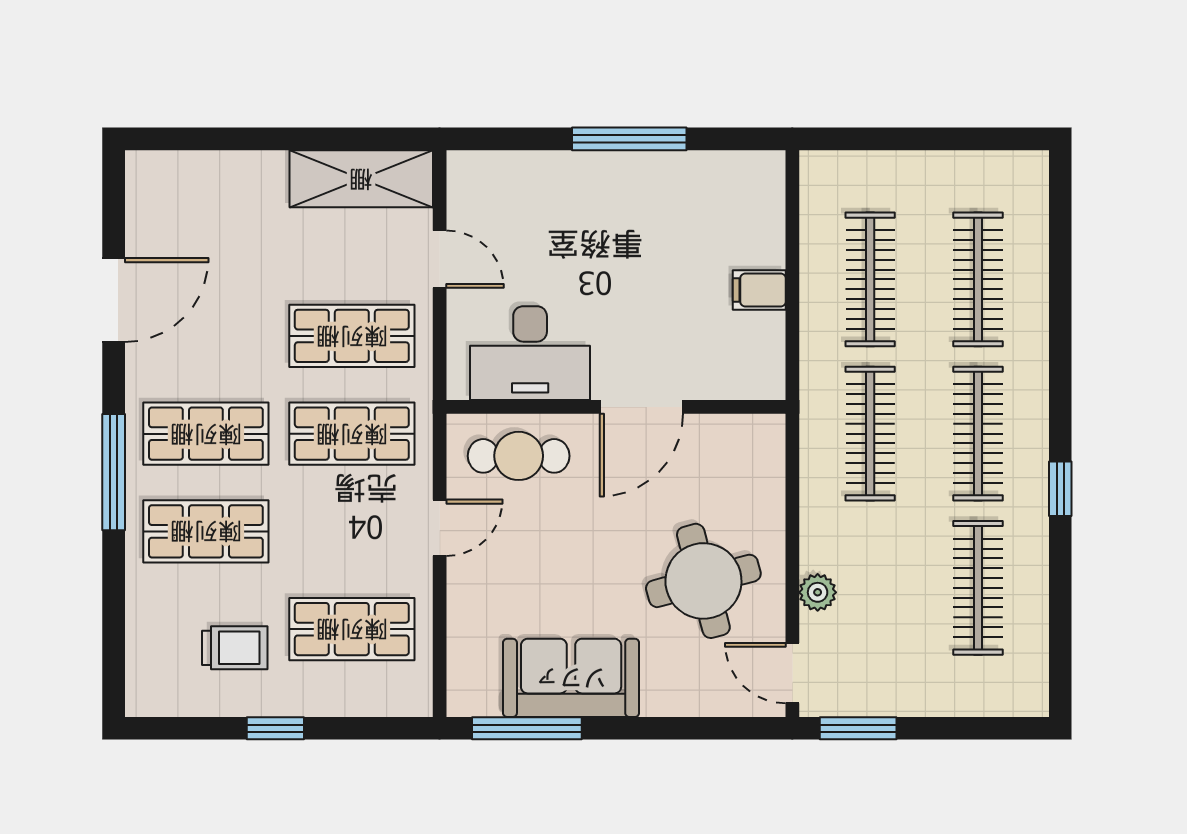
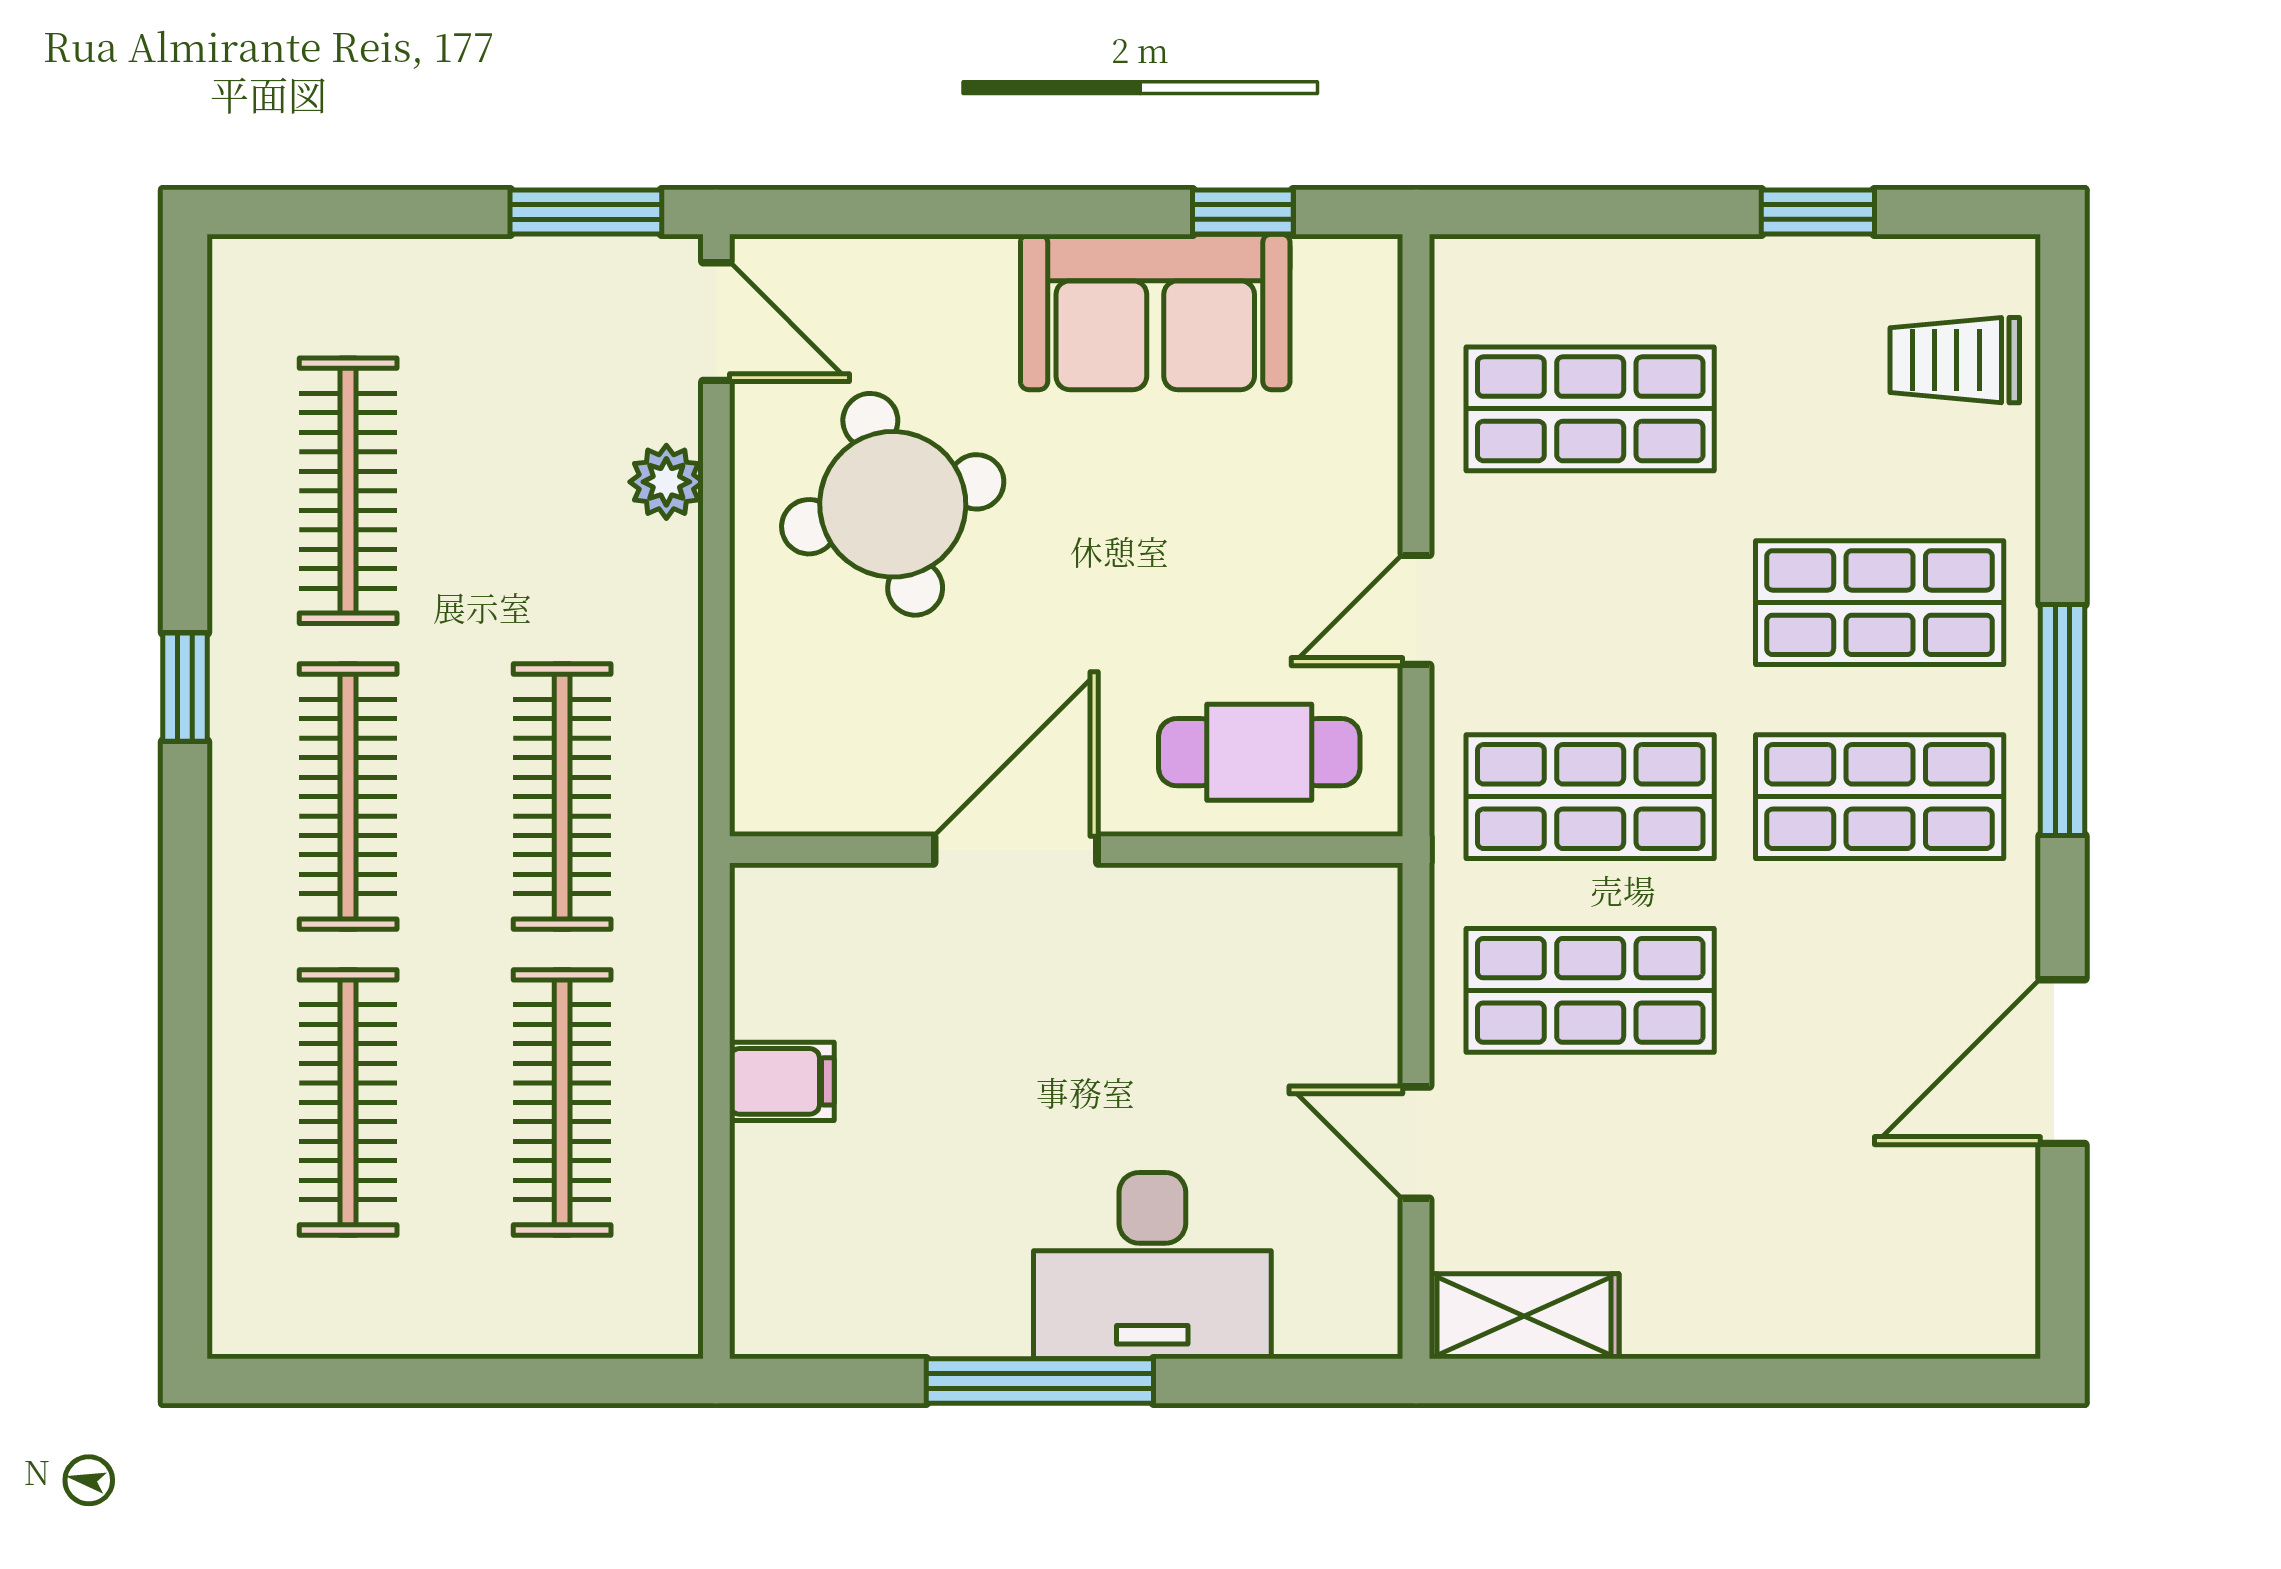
shelving: (361, 179) -> (1524, 1316), width x0.67, depth x0.75
desk: (530, 353) -> (1152, 1266), moved, turned 180
trolley: (235, 648) -> (1955, 360), moved
window: (275, 728) -> (1818, 212), moved
window: (527, 728) -> (1243, 212), width x0.46

